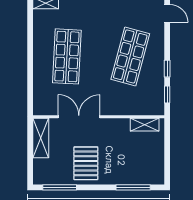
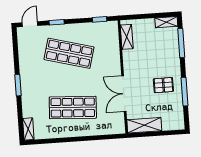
window: (167, 69) -> (57, 22), moved
pallet: (86, 163) -> (163, 85), width x0.67, depth x0.71
shelving: (159, 172) -> (166, 22), added
window: (60, 187) -> (185, 92), moved

